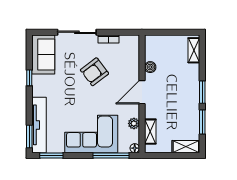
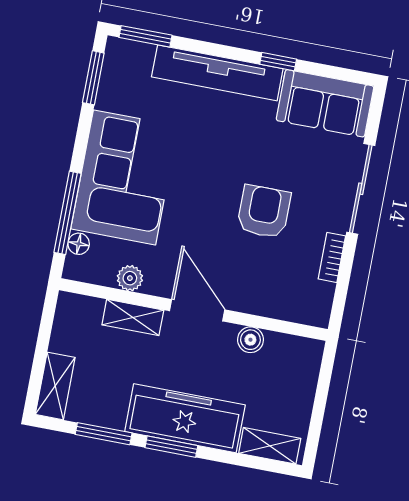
armchair: (94, 72) -> (264, 212), turned 37
freezer: (189, 89) -> (185, 418), added
tv unit: (39, 125) -> (217, 73), moved
shelving: (150, 132) -> (133, 317), moved
floor lamp: (135, 148) -> (79, 244), moved

